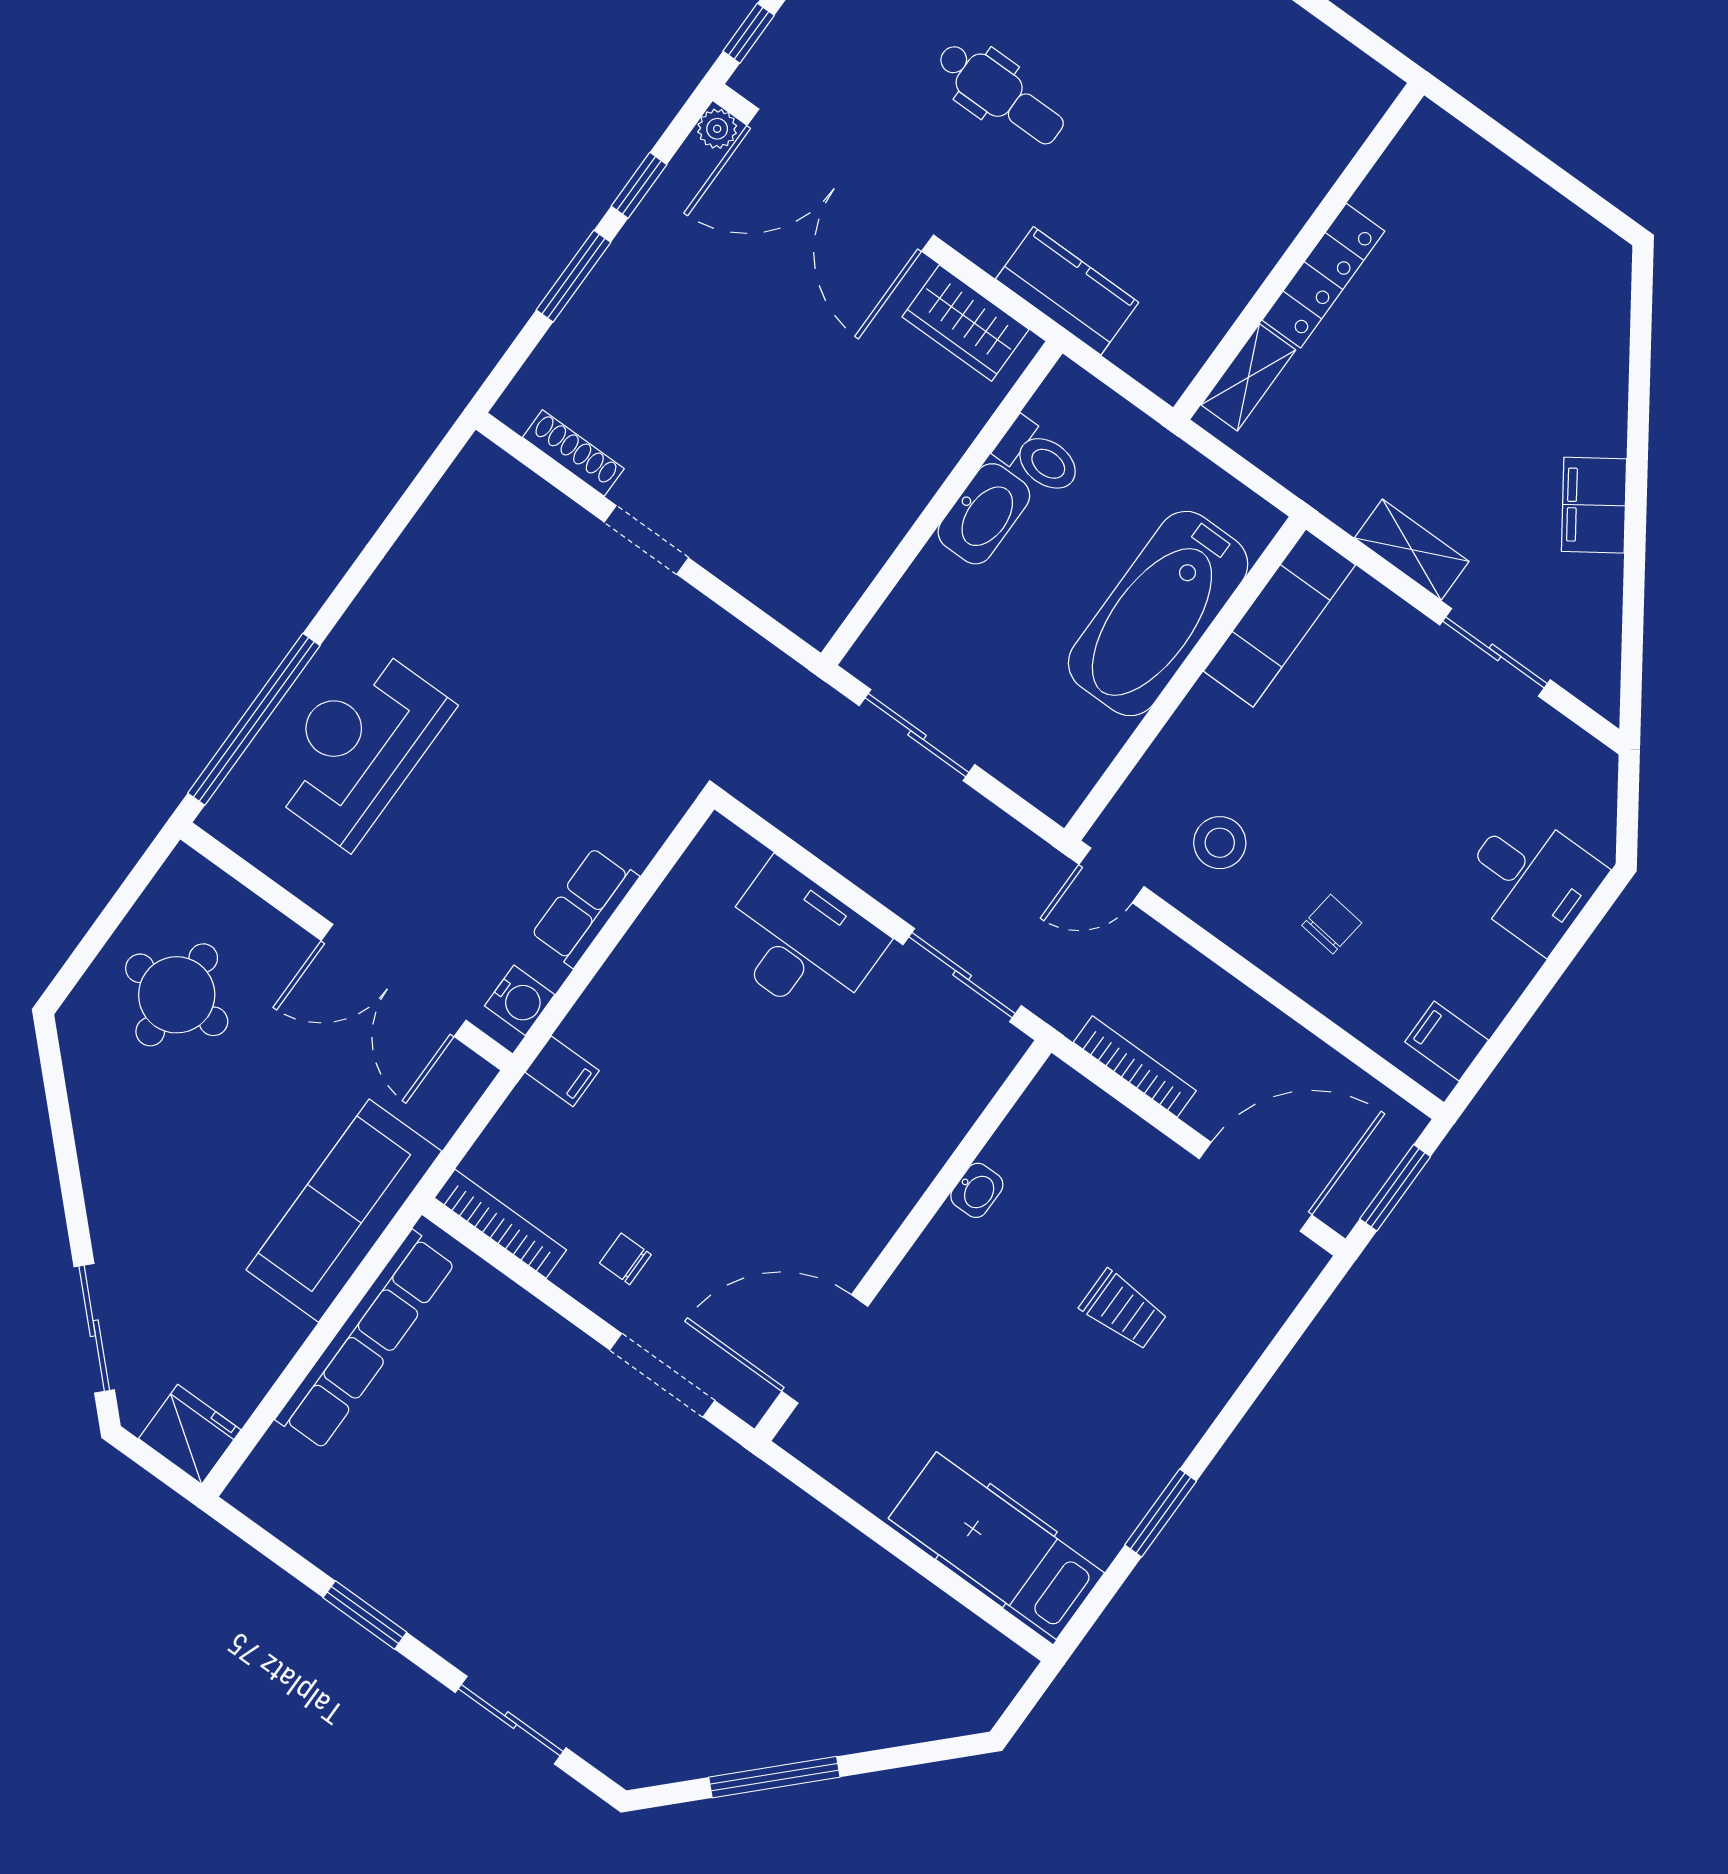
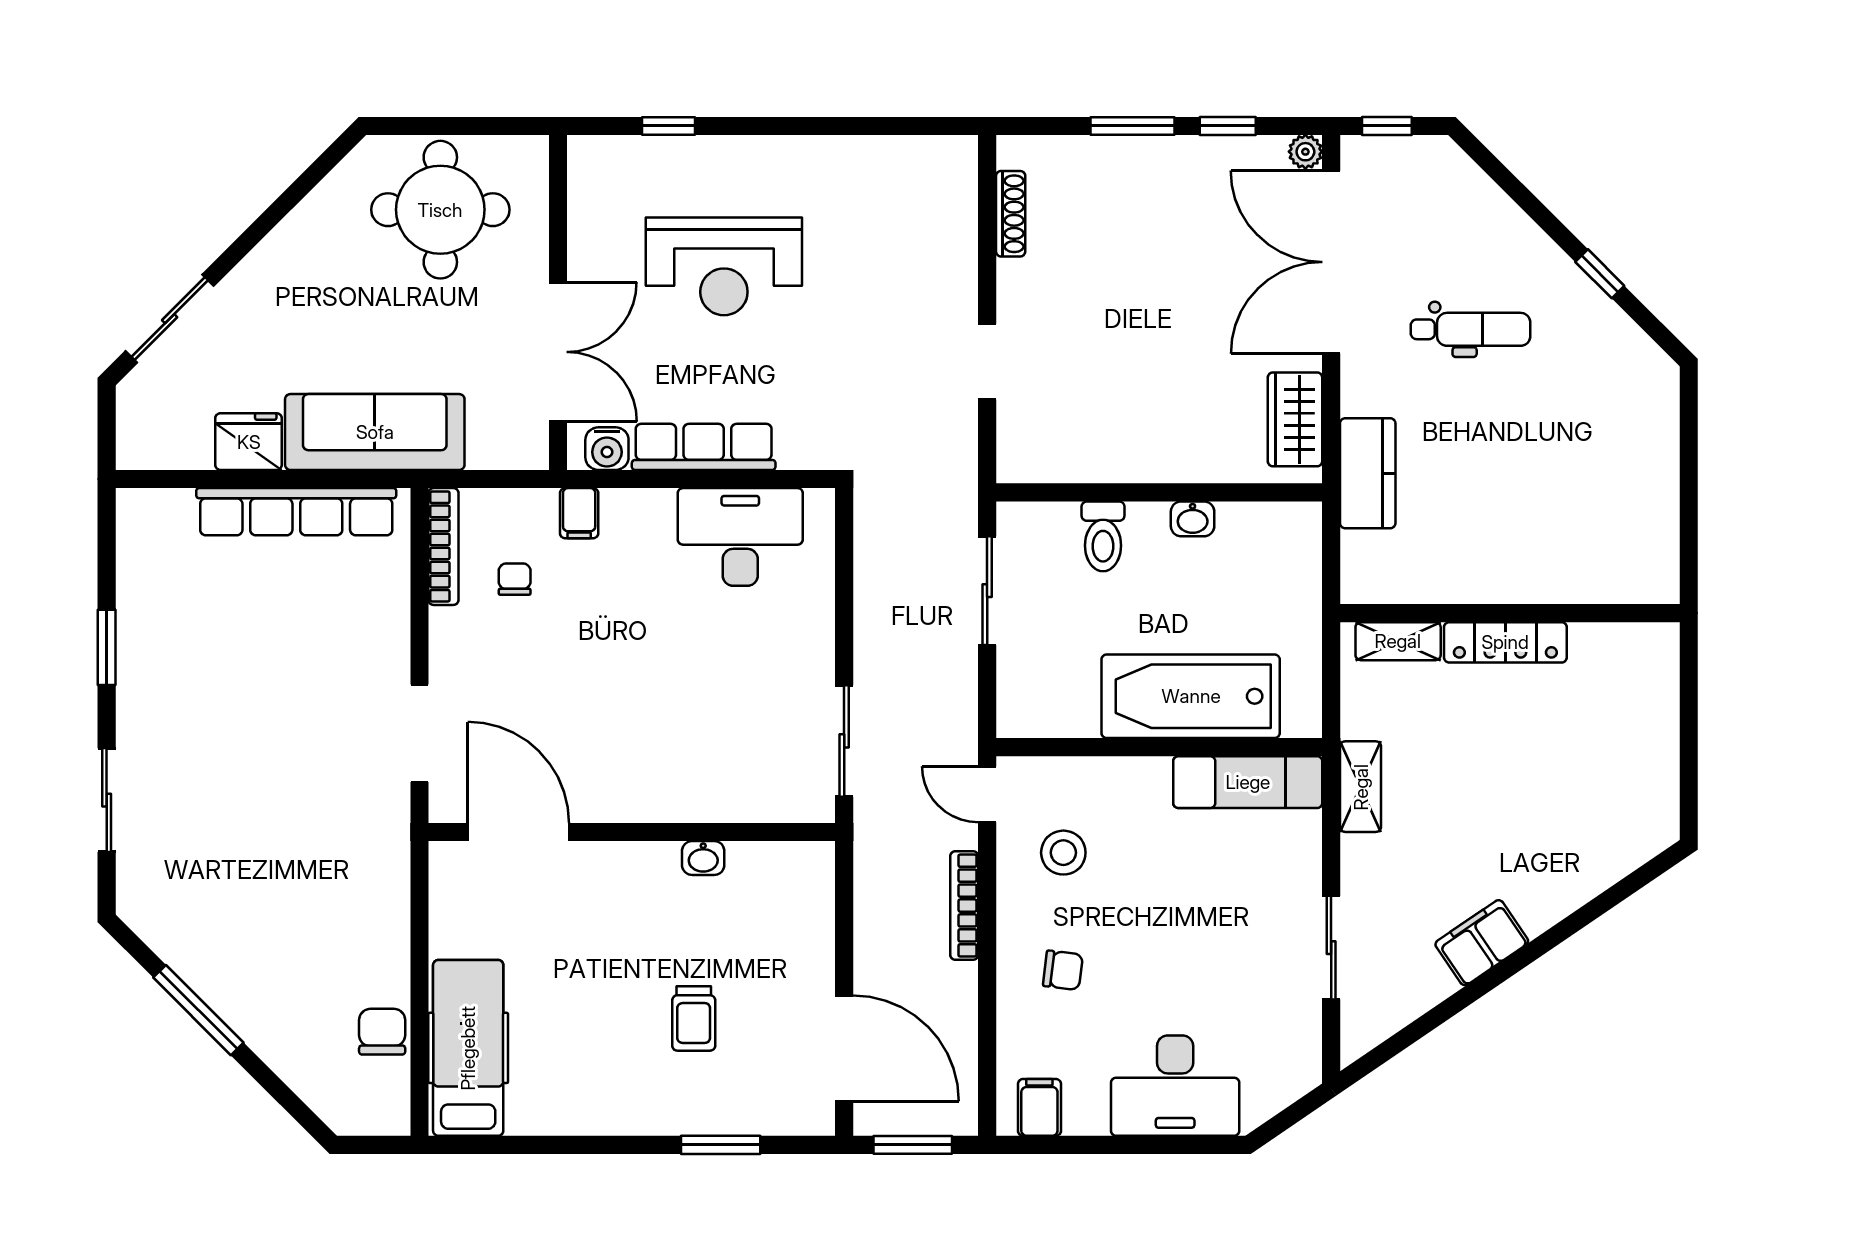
dental chair: (1000, 93) -> (1471, 329), turned -90
toilet: (1039, 457) -> (1103, 536), moved
washbasin: (984, 514) -> (1193, 519), width x0.52, depth x0.69
doorway: (646, 540) -> (987, 362), moved
shelving: (1412, 550) -> (1361, 787), moved
window: (254, 719) -> (669, 126), width x0.32
reception desk: (358, 746) -> (724, 266), moved, turned 180
desk: (1531, 880) -> (1175, 1086), width x1.37
row of seats: (585, 907) -> (704, 447), width x1.48
desk: (800, 942) -> (740, 537), moved, turned -90
double door: (394, 980) -> (558, 352), swing flipped
round table: (177, 995) -> (440, 210), width x1.36, depth x1.36
bookcase: (1135, 1067) -> (964, 906), moved, turned 180
chair: (625, 1259) -> (515, 579), moved
fridge: (190, 1434) -> (249, 442), moved, turned -90
window: (1161, 1513) -> (721, 1145), moved
chair: (922, 1617) -> (382, 1032), added

